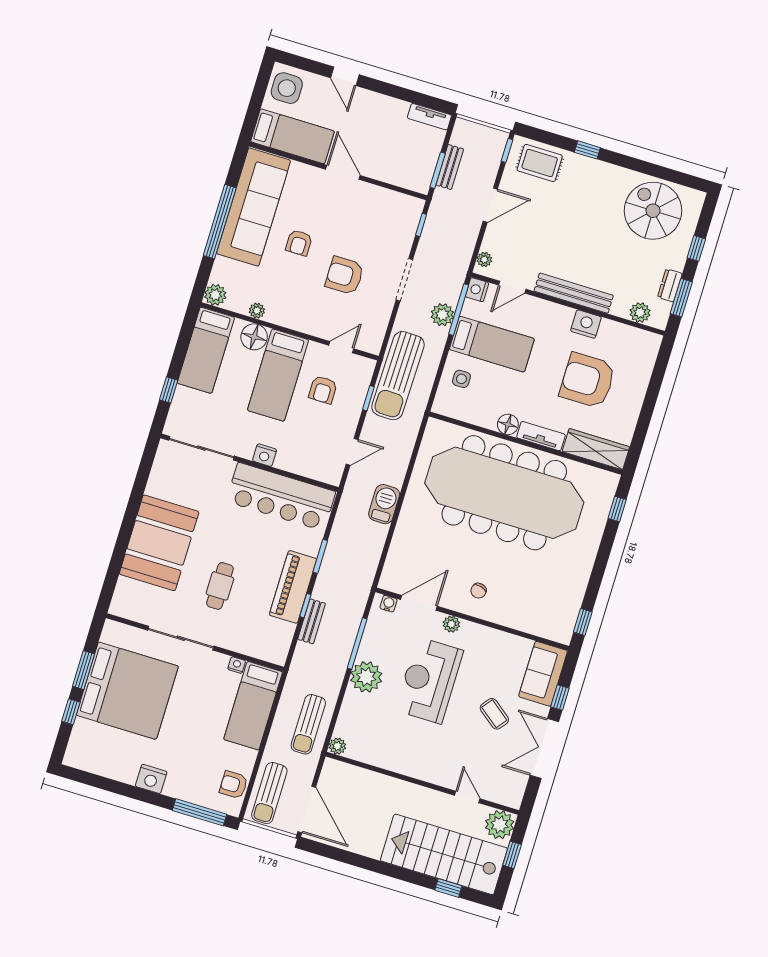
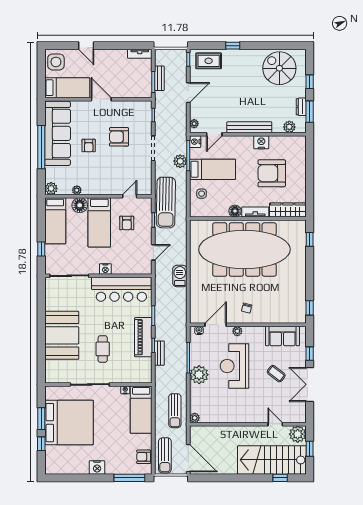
armchair: (345, 276) -> (119, 137), moved
sofa: (543, 674) -> (282, 336), moved, turned -90

